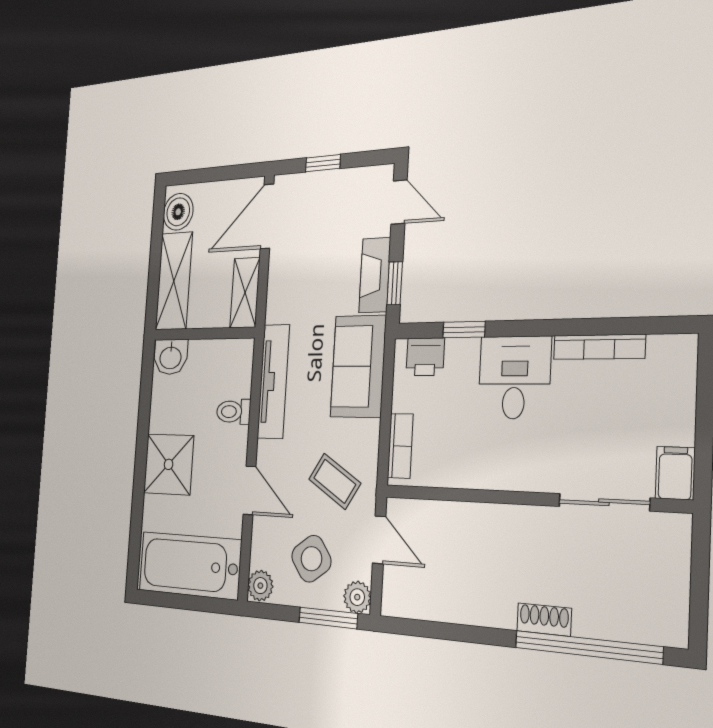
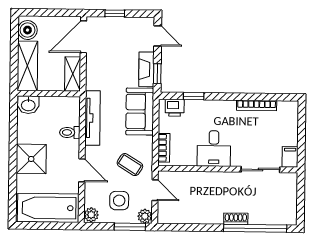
desk: (514, 378) -> (214, 149), moved, turned 180
side table: (311, 559) -> (119, 201), turned 36

